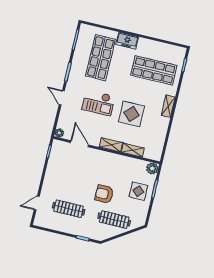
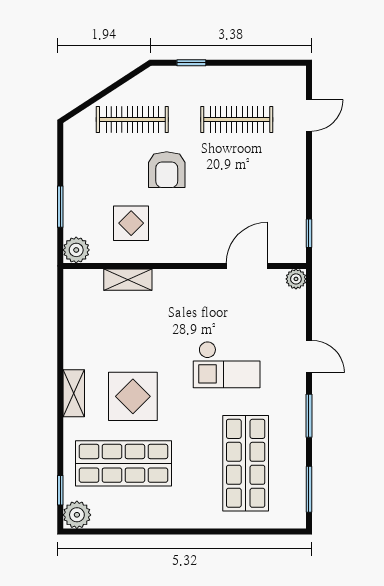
freezer: (127, 41) -> (196, 514), removed
plant: (179, 53) -> (77, 515), added
checkout: (98, 103) -> (227, 365), turned 180
display table: (132, 114) -> (133, 396), moved
door: (79, 144) -> (247, 266), swing flipped
shelving: (111, 145) -> (178, 280), removed
display table: (138, 191) -> (131, 223), moved
armchair: (104, 194) -> (167, 170), turned 90

